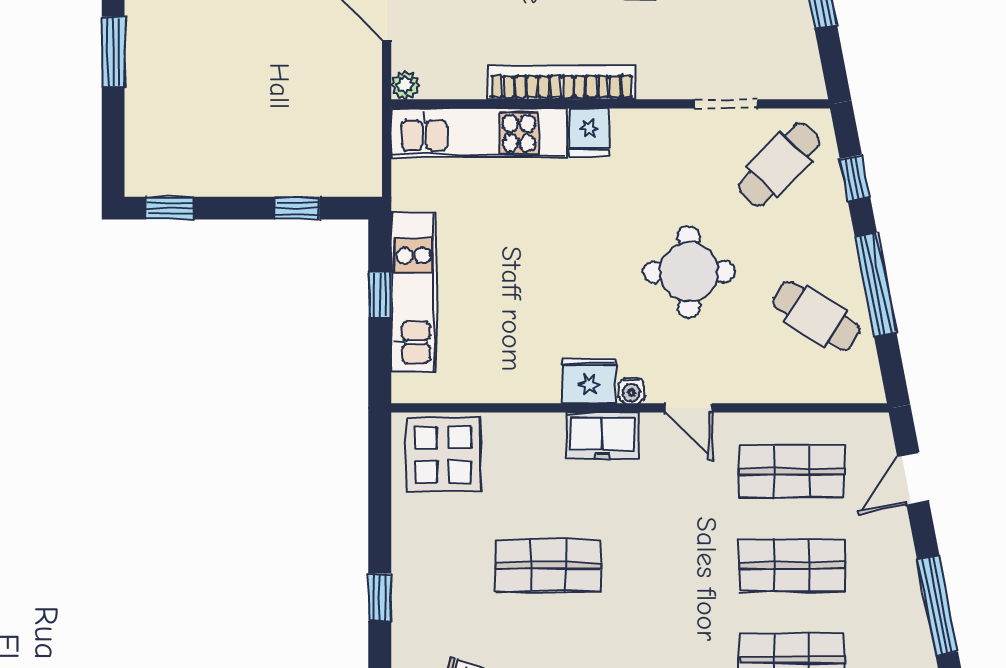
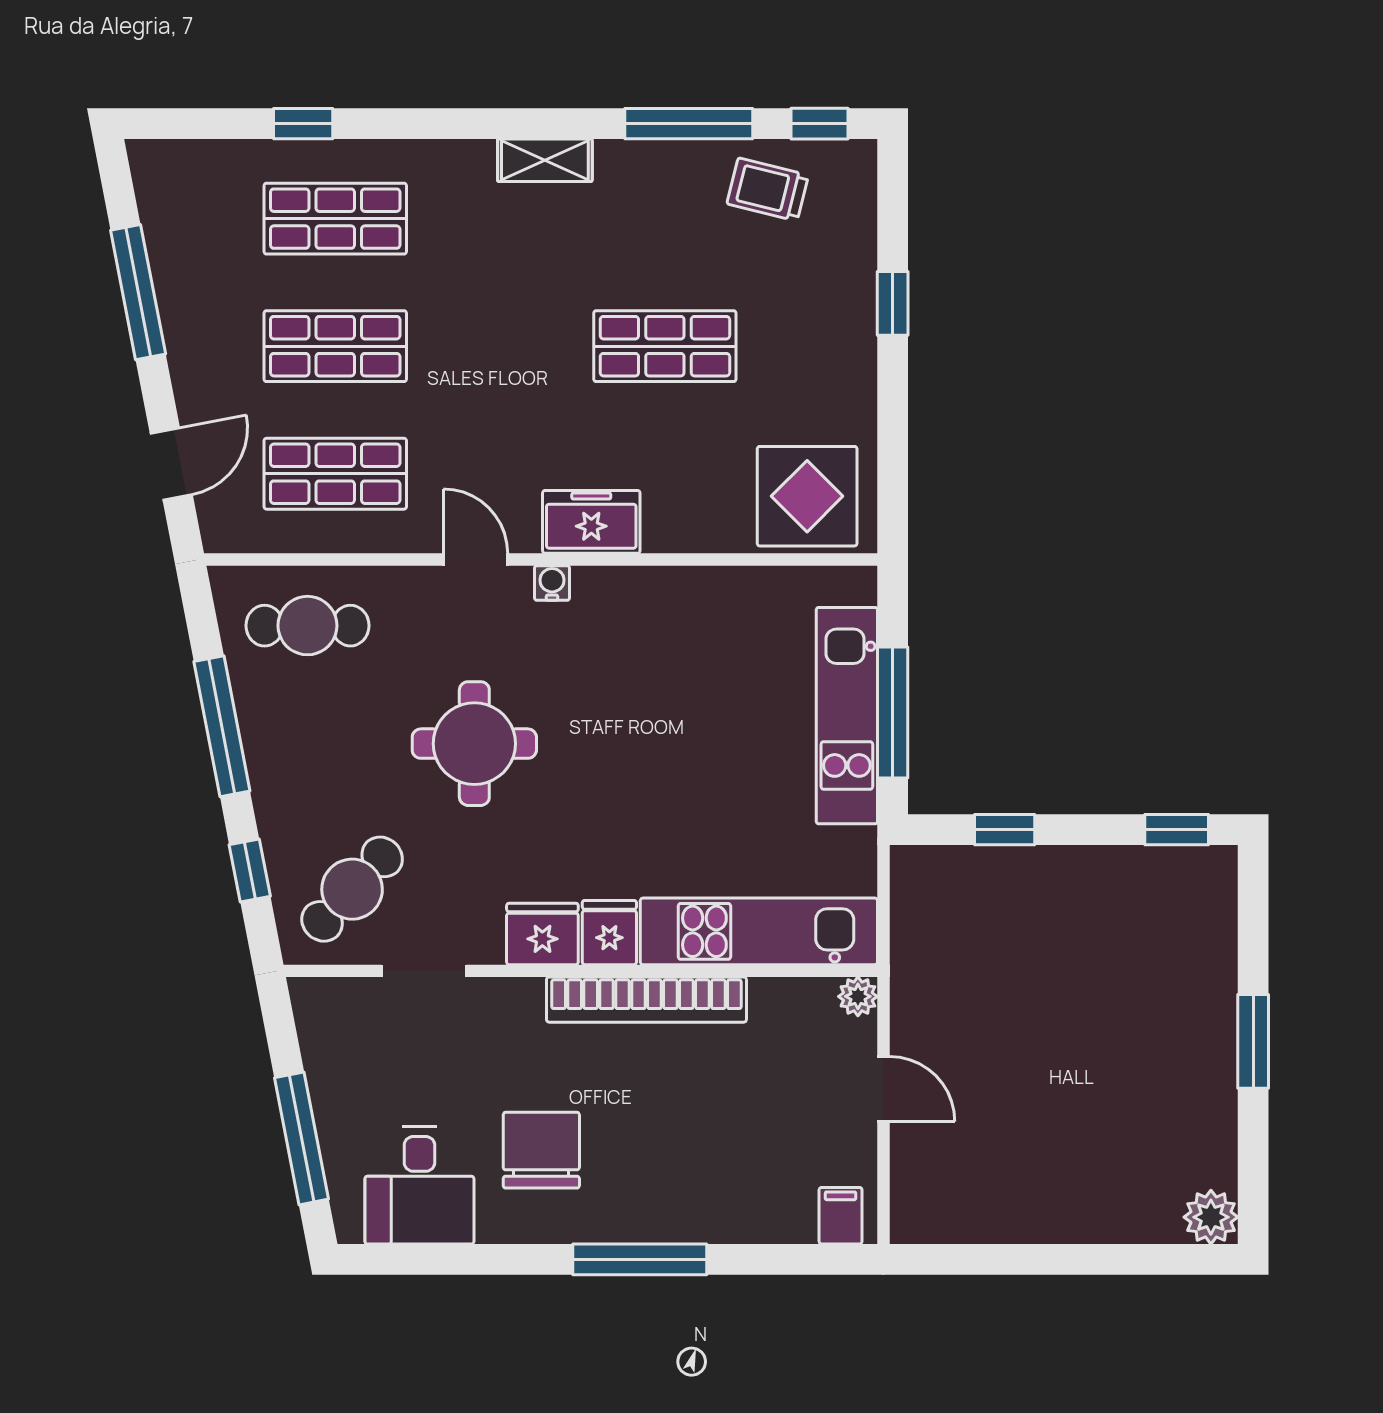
window: (380, 295) -> (893, 712), width x2.17
cafe table: (816, 316) -> (307, 626), moved, turned -33
fridge: (589, 381) -> (542, 934), moved, turned 180

